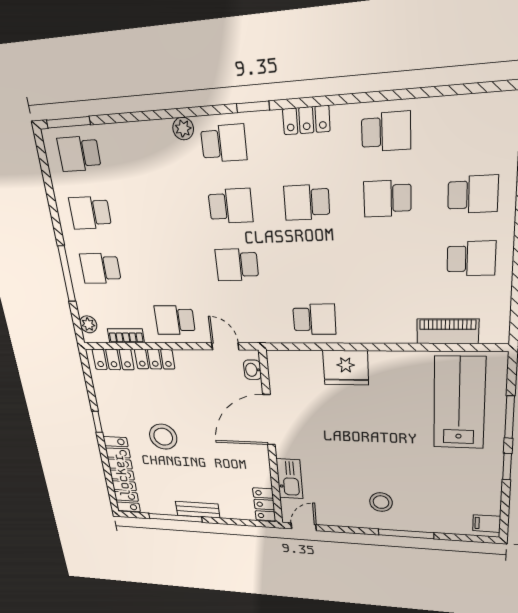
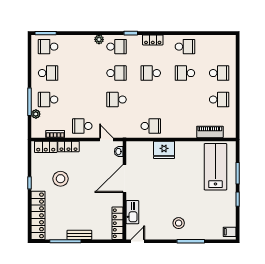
school desk: (90, 213) -> (48, 73), turned 180
plant: (88, 324) -> (36, 114), moved
stool: (163, 437) -> (61, 179), moved
locker: (264, 505) -> (117, 223), width x1.53

